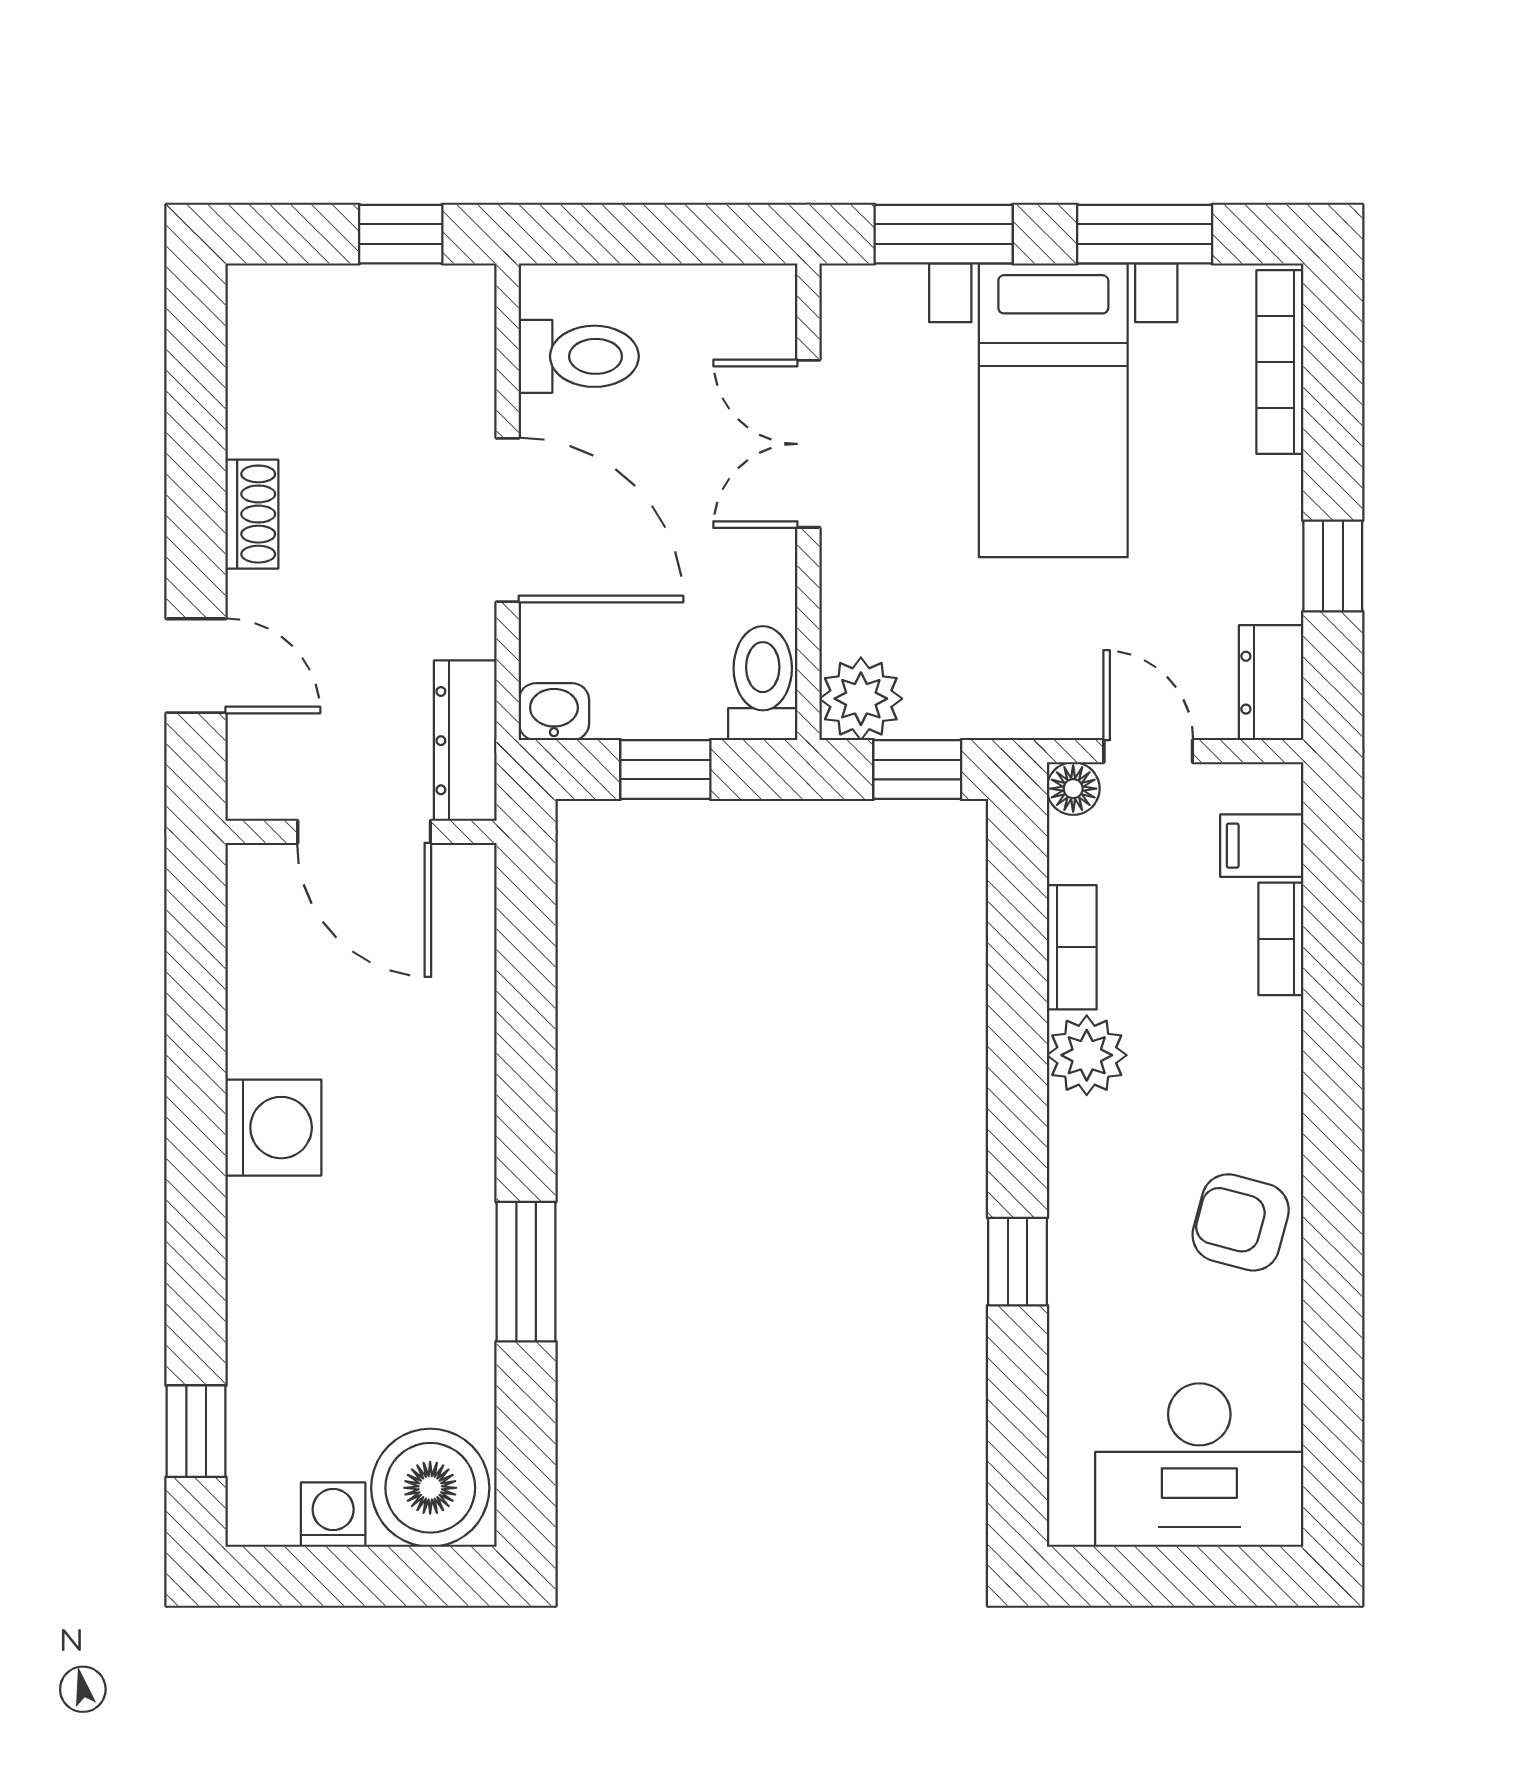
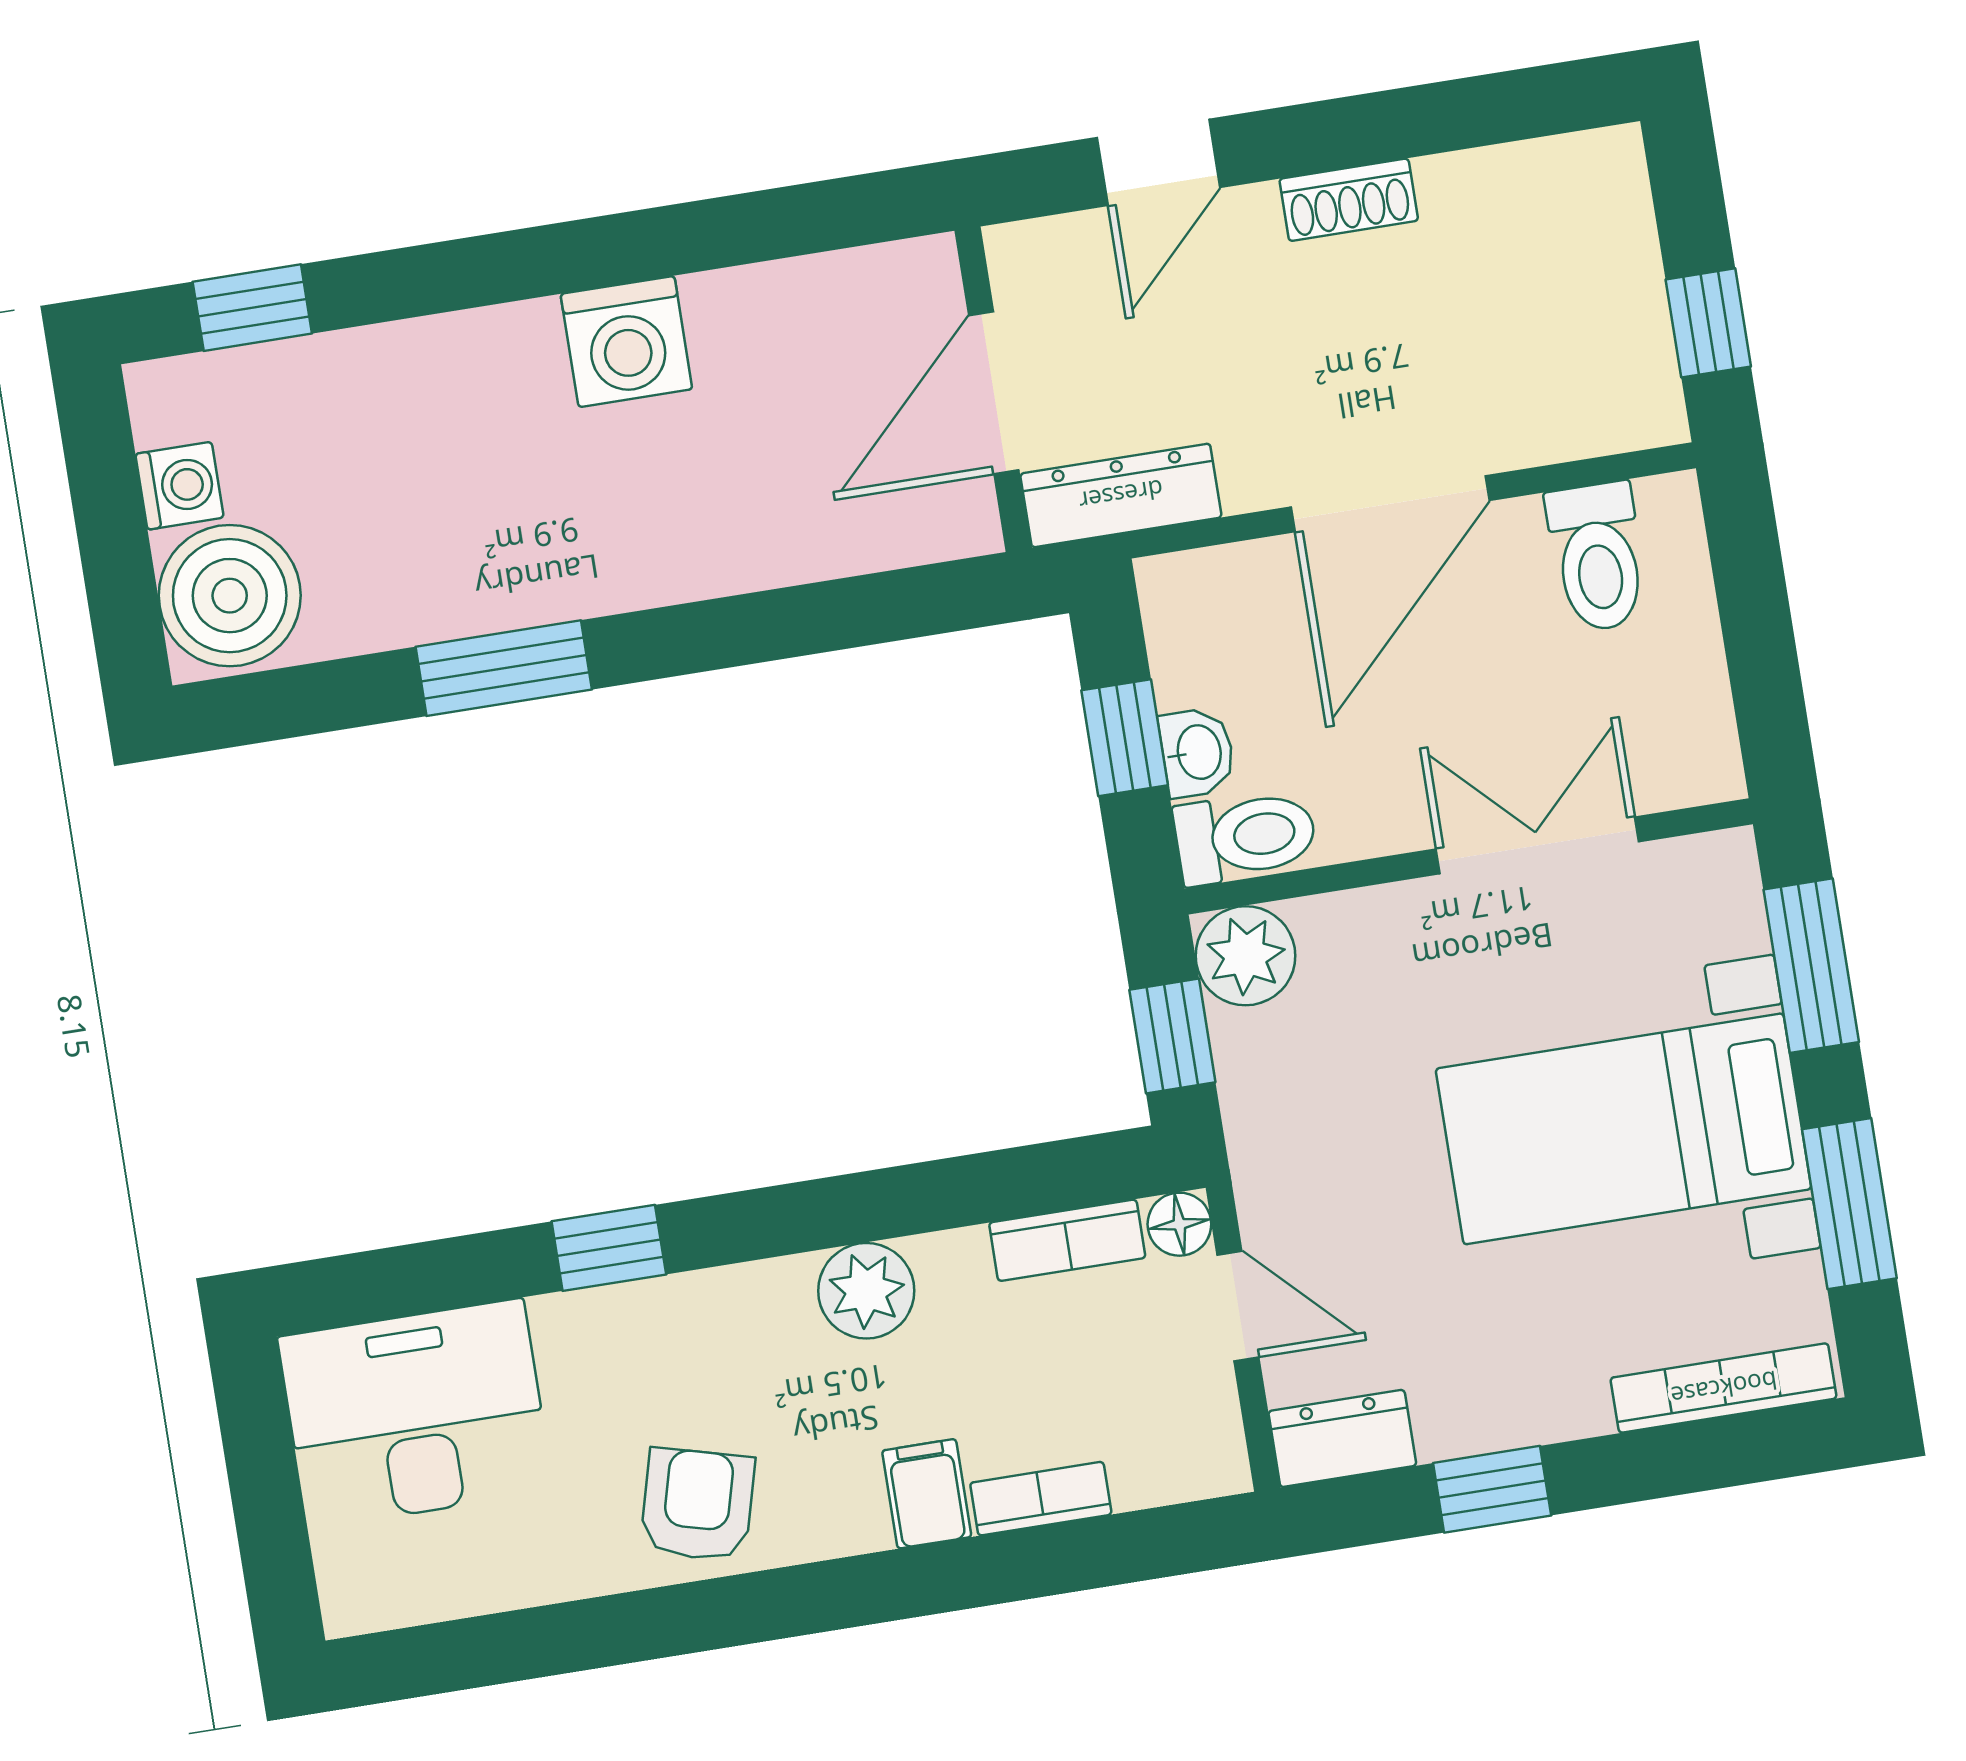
washbasin: (554, 712) -> (1197, 752), moved
door: (1148, 751) -> (1238, 1306), hinge flipped
filing cabinet: (1262, 846) -> (927, 1494), moved
bookcase: (1072, 947) -> (1067, 1240), moved
desk: (1199, 1465) -> (415, 1414), moved, turned 90

